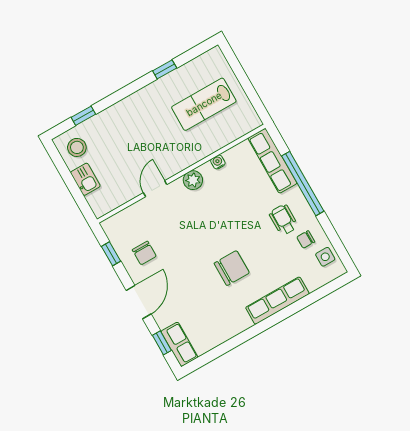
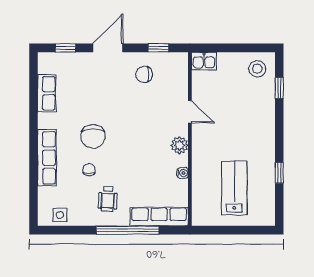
kitchen sink: (85, 179) -> (204, 61), moved
wheelchair: (284, 220) -> (108, 199), turned 93
chair: (306, 239) -> (89, 170), moved
door: (139, 302) -> (108, 48), swing flipped
row of seats: (179, 344) -> (47, 93), moved, turned -90

